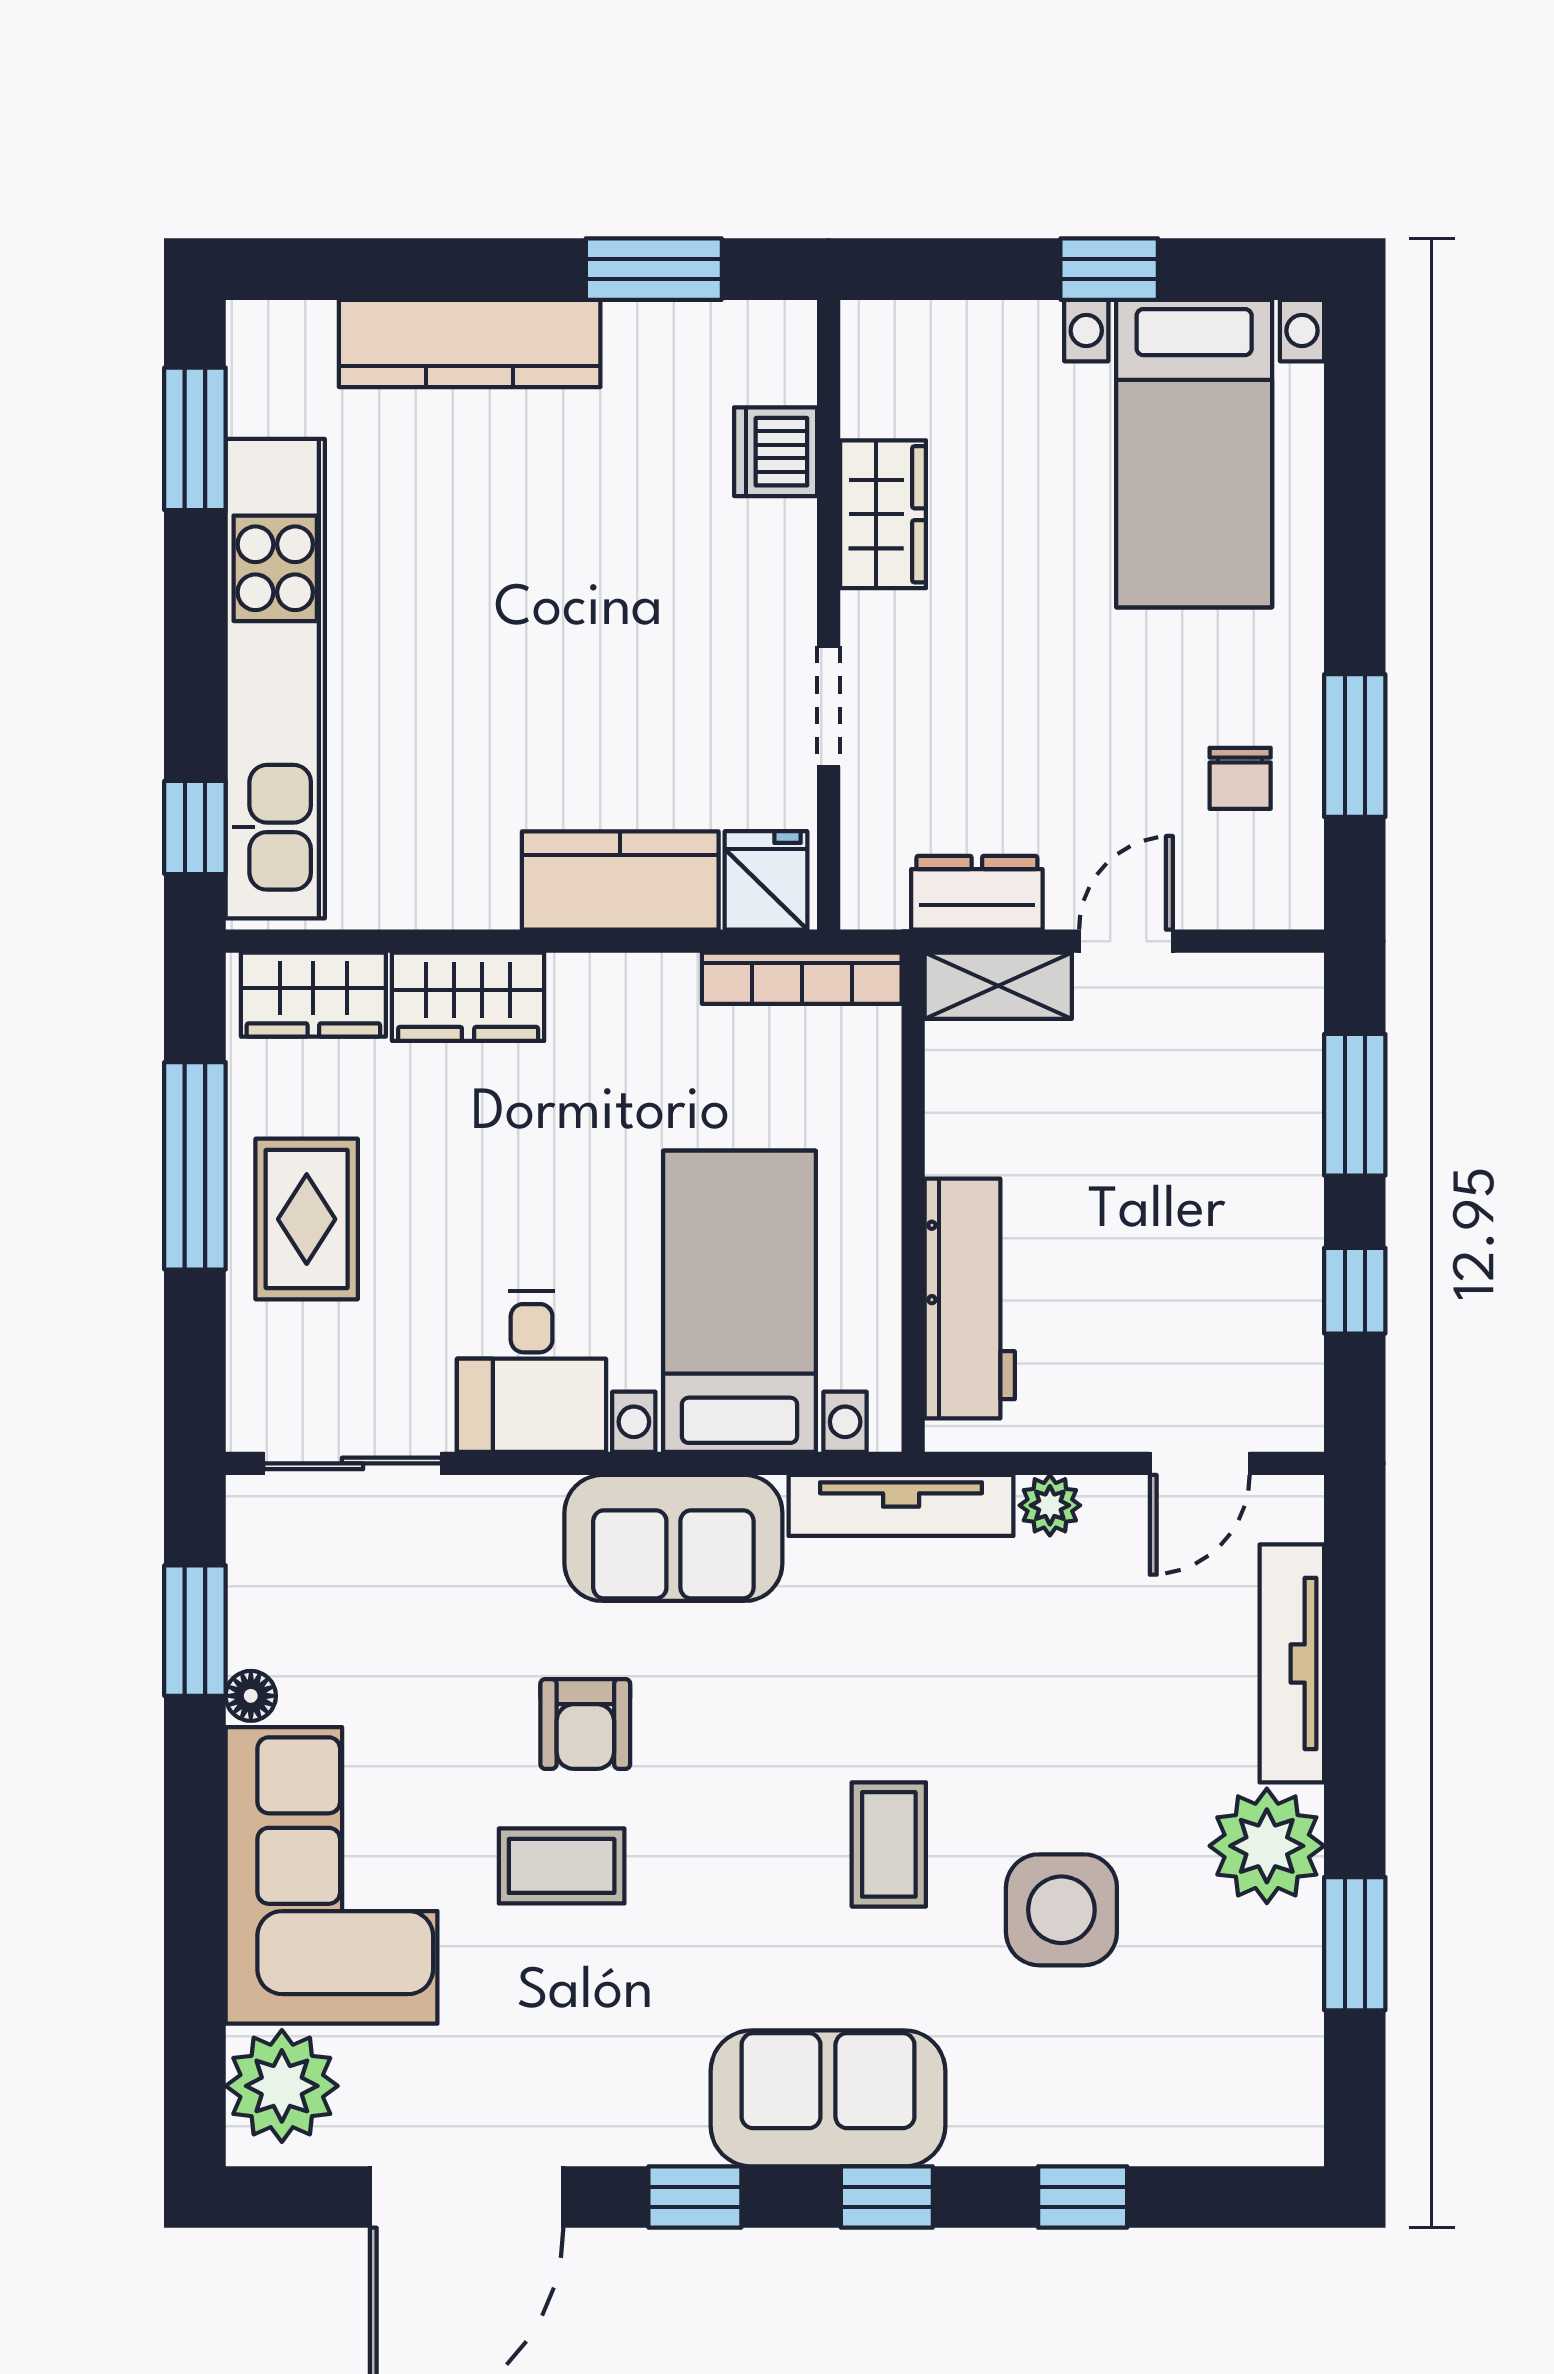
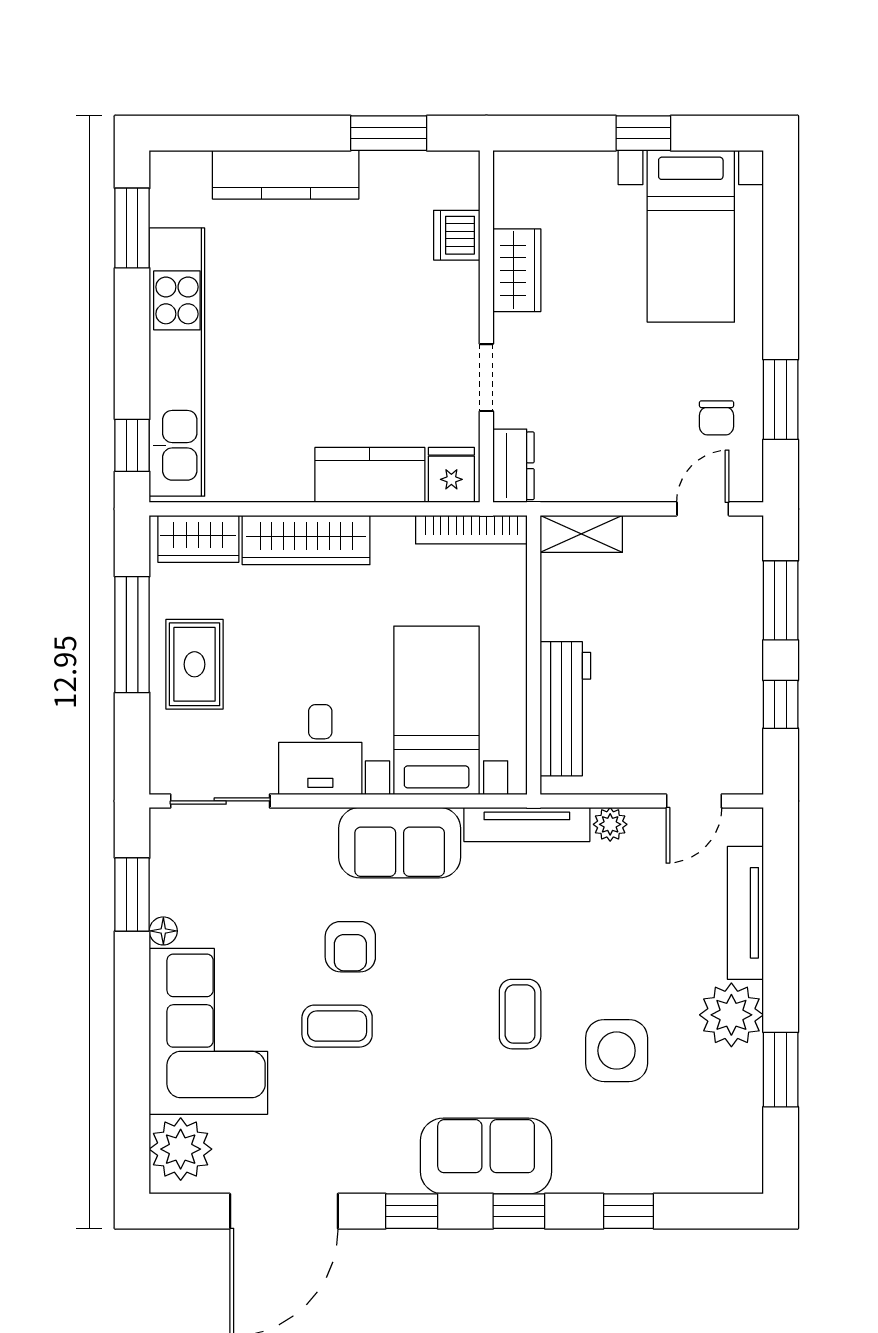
dresser: (977, 893) -> (514, 466), moved, turned 90
door: (1126, 941) -> (703, 509), moved
wardrobe: (468, 997) -> (306, 540), width x1.50

